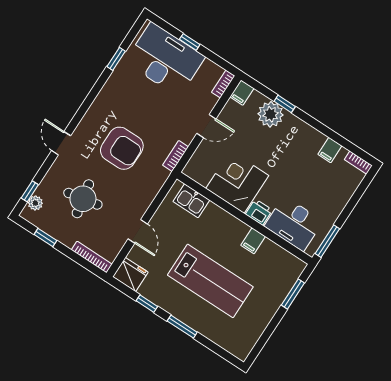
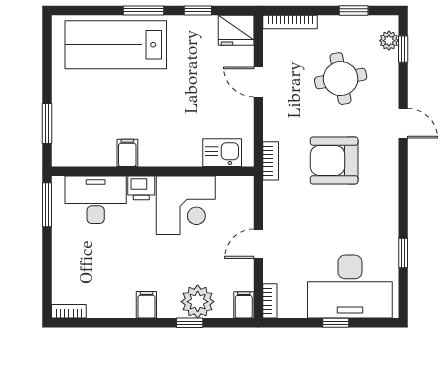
filing cabinet: (330, 150) -> (146, 305), moved
bookcase: (176, 156) -> (271, 161), moved
lab bench: (210, 281) -> (116, 45), moved

